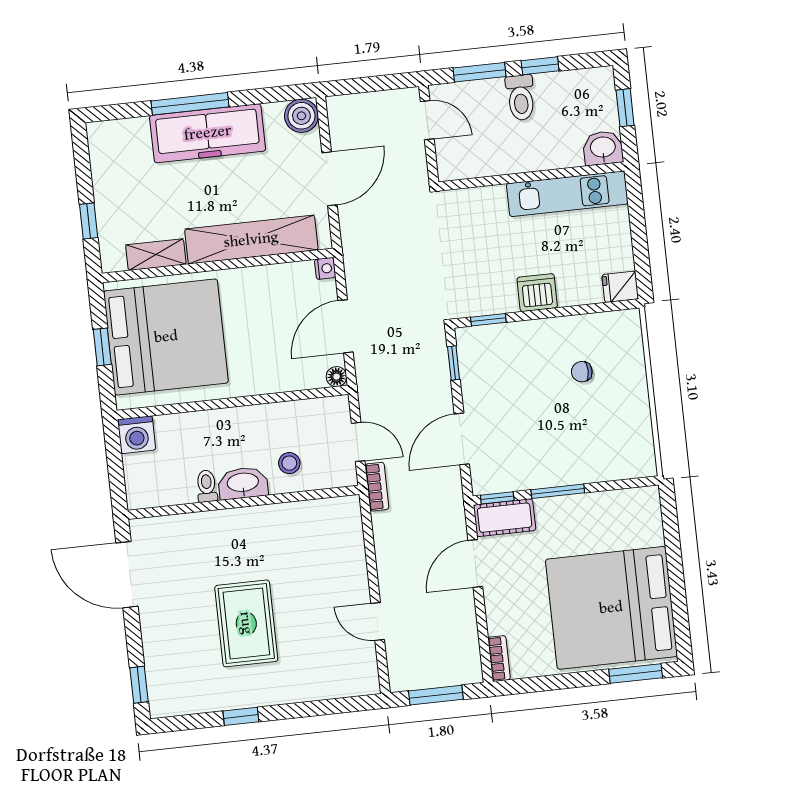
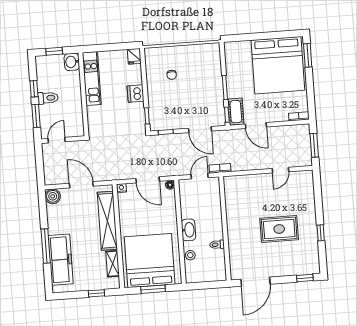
freezer: (208, 133) -> (61, 260), moved
window: (102, 347) -> (153, 289), width x1.50
washing machine: (137, 435) -> (193, 275), removed
stool: (289, 463) -> (190, 255), moved
washbasin: (243, 483) -> (188, 230), moved, turned 180

